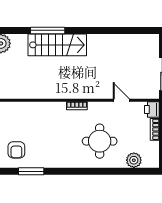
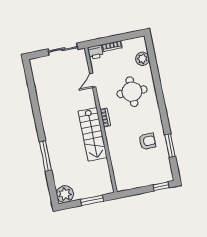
stairs: (57, 45) -> (93, 134), moved, turned 180
armchair: (16, 150) -> (147, 141), moved

